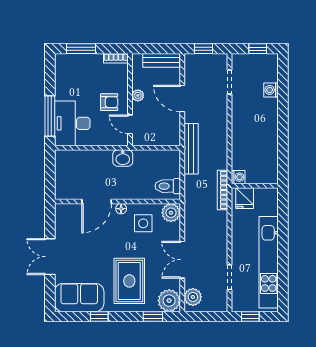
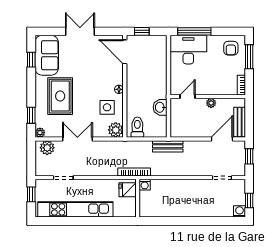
washing machine: (271, 90) -> (239, 211), moved
door: (182, 99) -> (222, 139), moved
armchair: (109, 102) -> (231, 48), moved
bench: (191, 149) -> (168, 146), width x0.73
washbasin: (123, 158) -> (160, 107), moved
window: (50, 181) -> (142, 31), added
door: (97, 202) -> (125, 52), moved
rug: (129, 281) -> (60, 96), turned 90
plant: (169, 301) -> (40, 133), width x0.53, depth x0.53
window: (99, 316) -> (31, 60), moved

